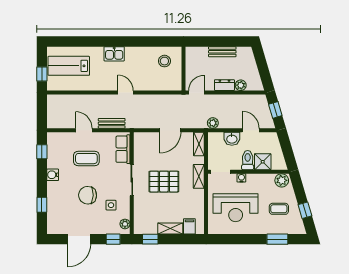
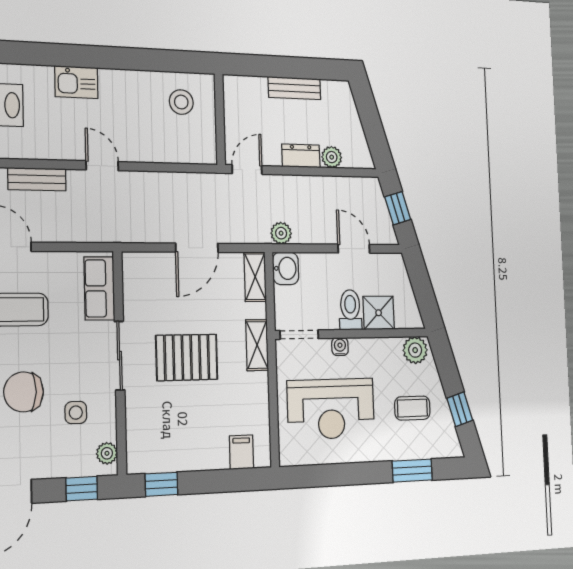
bench: (112, 123) -> (37, 179), moved
washbasin: (232, 139) -> (286, 268), moved, turned -90
shelving: (170, 229) -> (203, 459), removed

